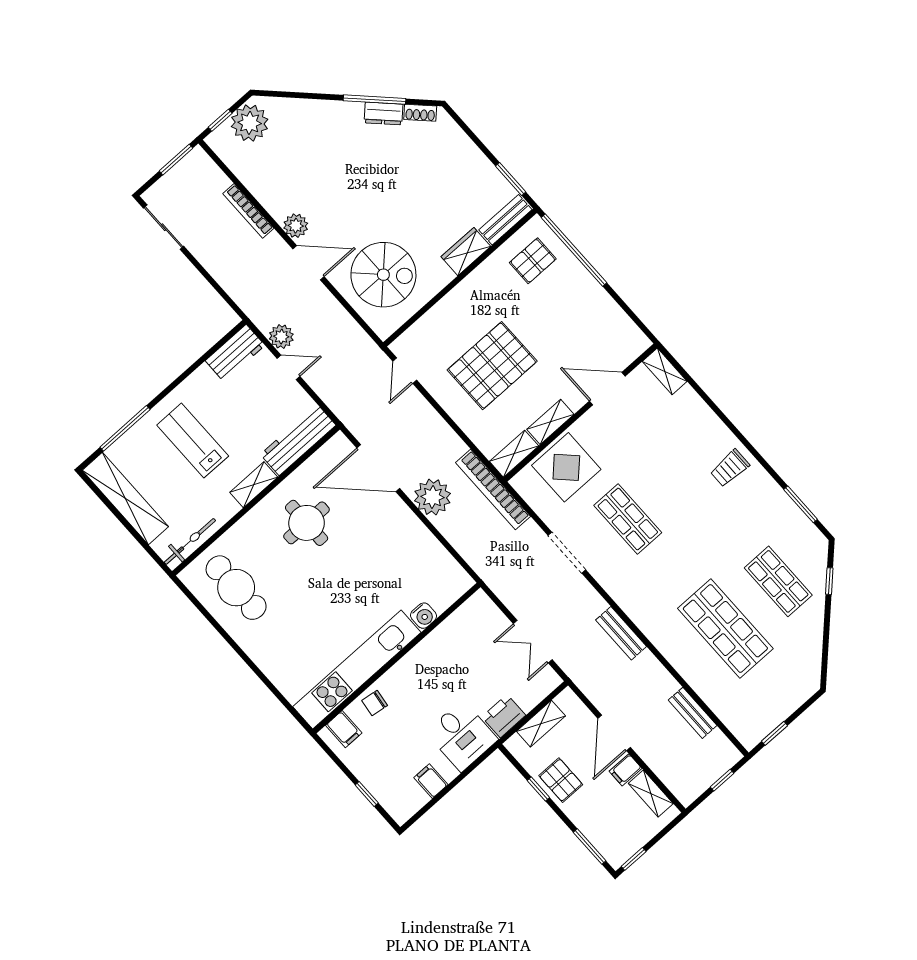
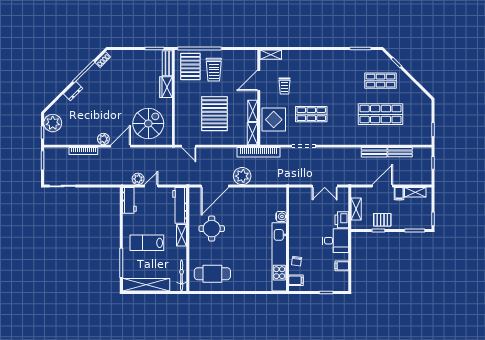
dresser: (384, 113) -> (73, 91), moved
pallet: (533, 261) -> (190, 66), width x1.50, depth x1.42
trolley: (561, 302) -> (214, 70), added
trolley: (730, 468) -> (285, 86), moved
bench: (621, 633) -> (374, 152), moved
door: (614, 733) -> (382, 186), swing flipped

